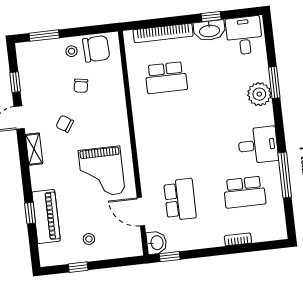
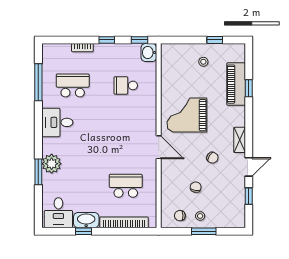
window: (44, 36) -> (204, 231), moved
chair: (96, 49) -> (180, 216), width x0.54, depth x0.54
grand piano: (102, 172) -> (187, 115), turned -90
window: (285, 175) -> (38, 82), moved
school desk: (180, 200) -> (126, 85), width x0.54
door: (141, 212) -> (159, 147), moved
window: (209, 252) -> (107, 40), added

